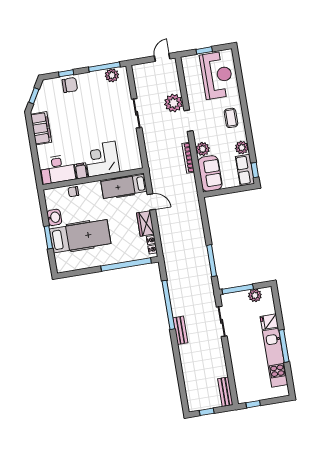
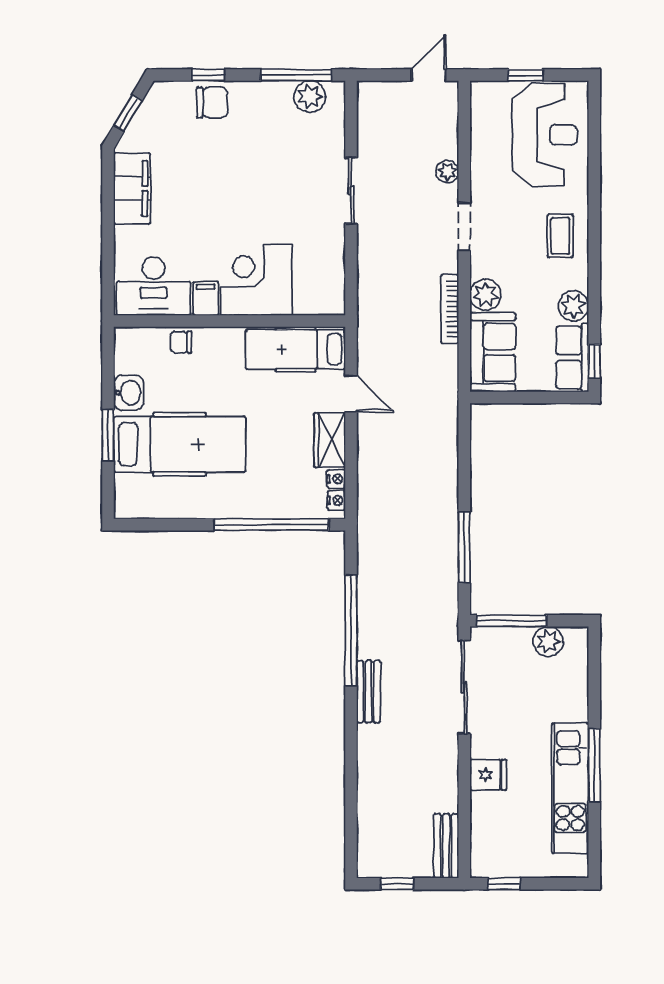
plant: (174, 103) -> (447, 171), width x0.53, depth x0.53
sliding door: (222, 321) -> (464, 687), width x1.37
fridge: (269, 322) -> (488, 775), moved, turned 180

